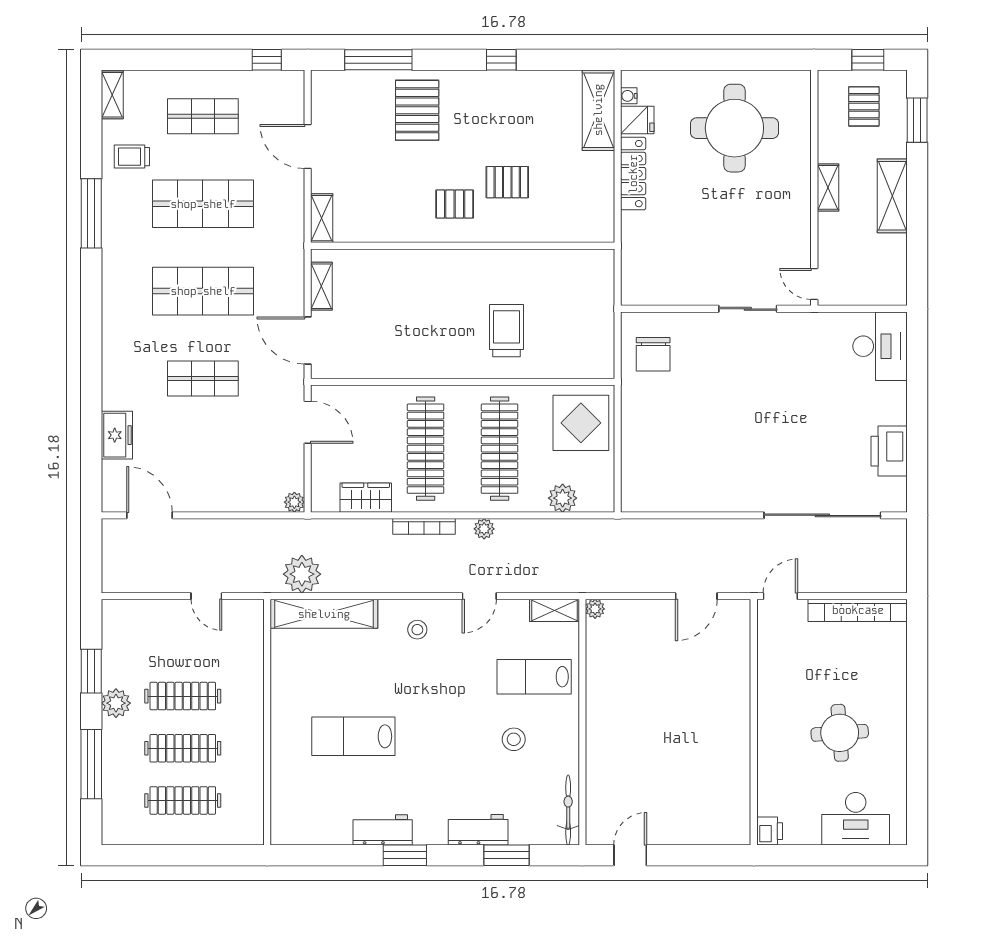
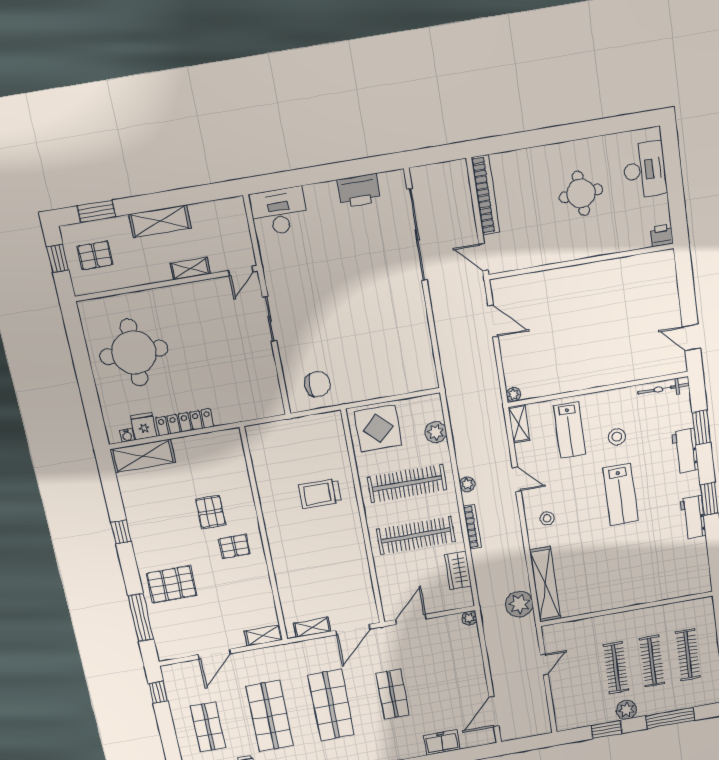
shelving: (828, 187) -> (190, 269), moved
pallet: (455, 204) -> (234, 546), turned 90
lab bench: (353, 736) -> (621, 495), moved

